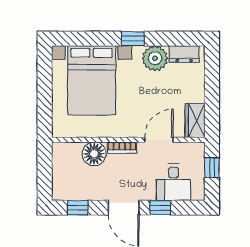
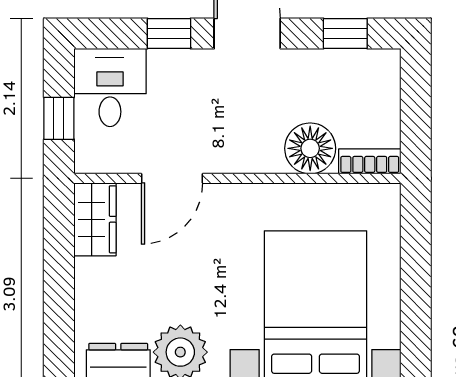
bookcase: (122, 148) -> (370, 161), moved
desk: (173, 182) -> (110, 87), moved

